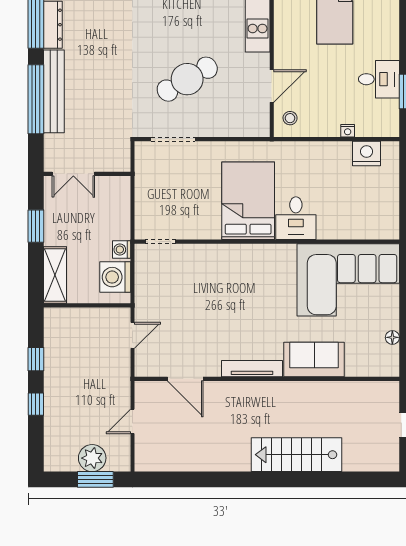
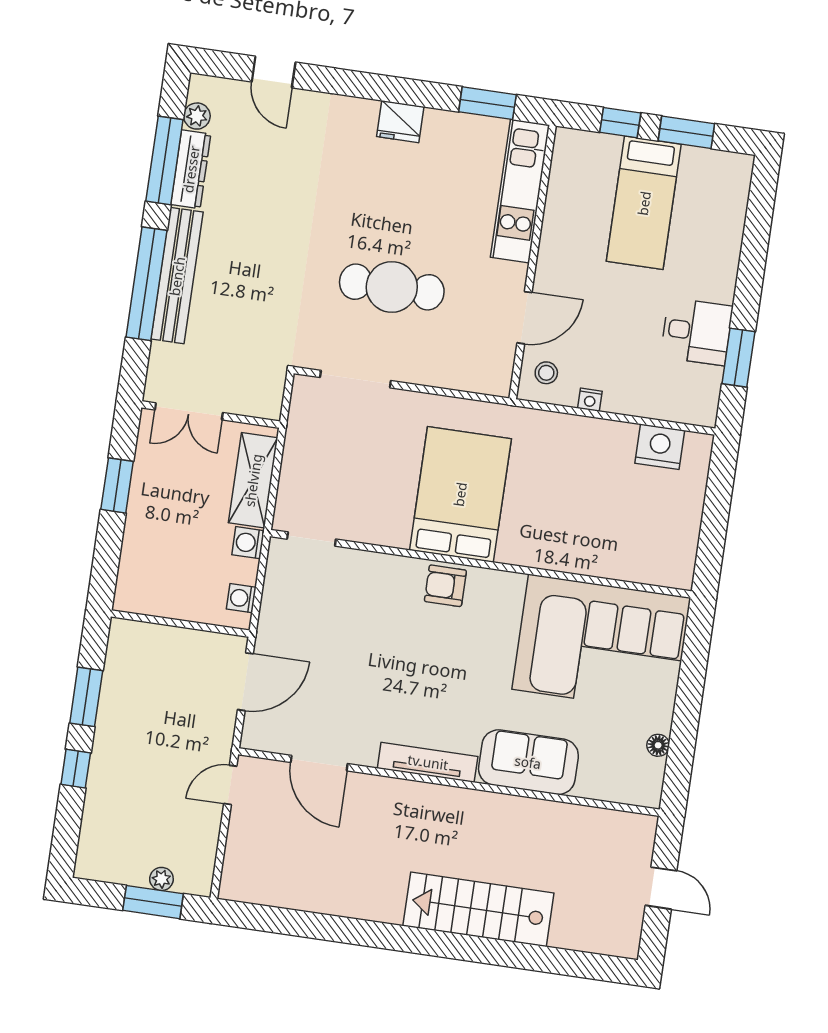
cafe table: (187, 79) -> (392, 287), turned 30
nightstand: (348, 131) -> (590, 400), moved
desk: (296, 218) -> (532, 533), removed
armchair: (247, 258) -> (445, 586), added
shelving: (55, 275) -> (253, 480), moved
washing machine: (115, 277) -> (241, 598), width x0.53, depth x0.53
door: (132, 335) -> (245, 682), width x1.38
window: (36, 359) -> (86, 697), width x1.50
door: (132, 421) -> (230, 785), moved
plant: (92, 458) -> (161, 879), width x0.53, depth x0.53

